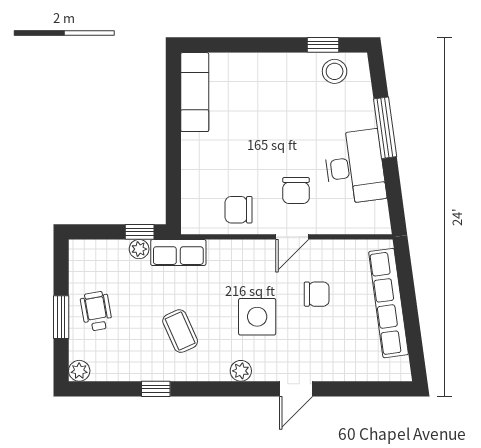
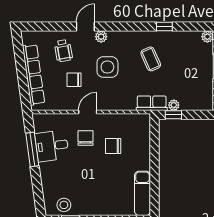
window: (385, 128) -> (32, 149), moved
desk: (355, 167) -> (52, 146), width x0.73
chair: (239, 210) -> (113, 146), moved, turned 180
wheelchair: (96, 311) -> (63, 51), moved
plant: (241, 371) -> (101, 37), moved

